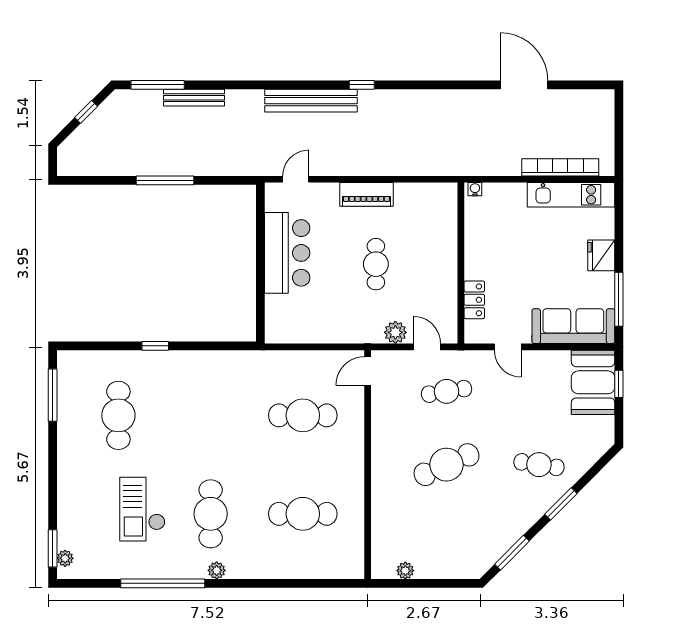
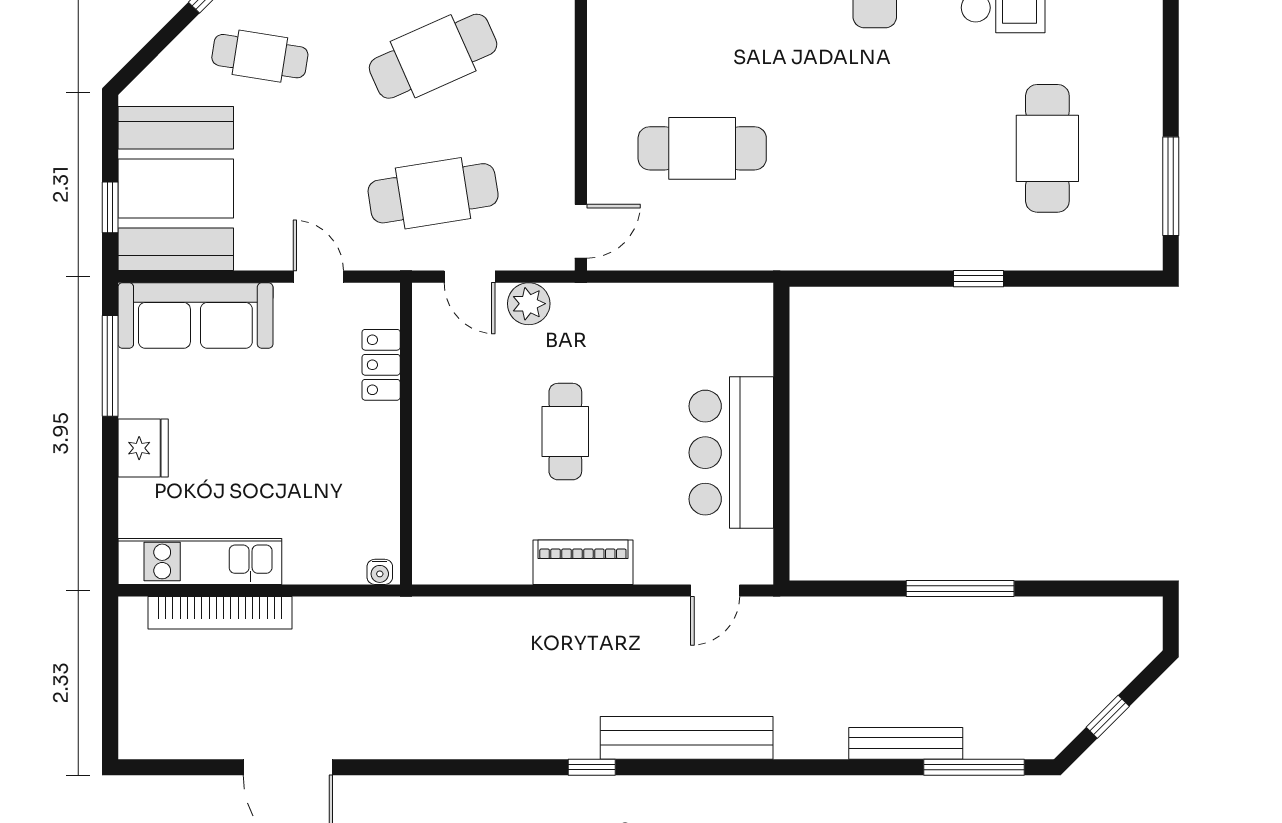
booth: (593, 382) -> (176, 189), width x1.36, depth x1.42
cafe table: (447, 391) -> (433, 193), width x1.37, depth x1.35

